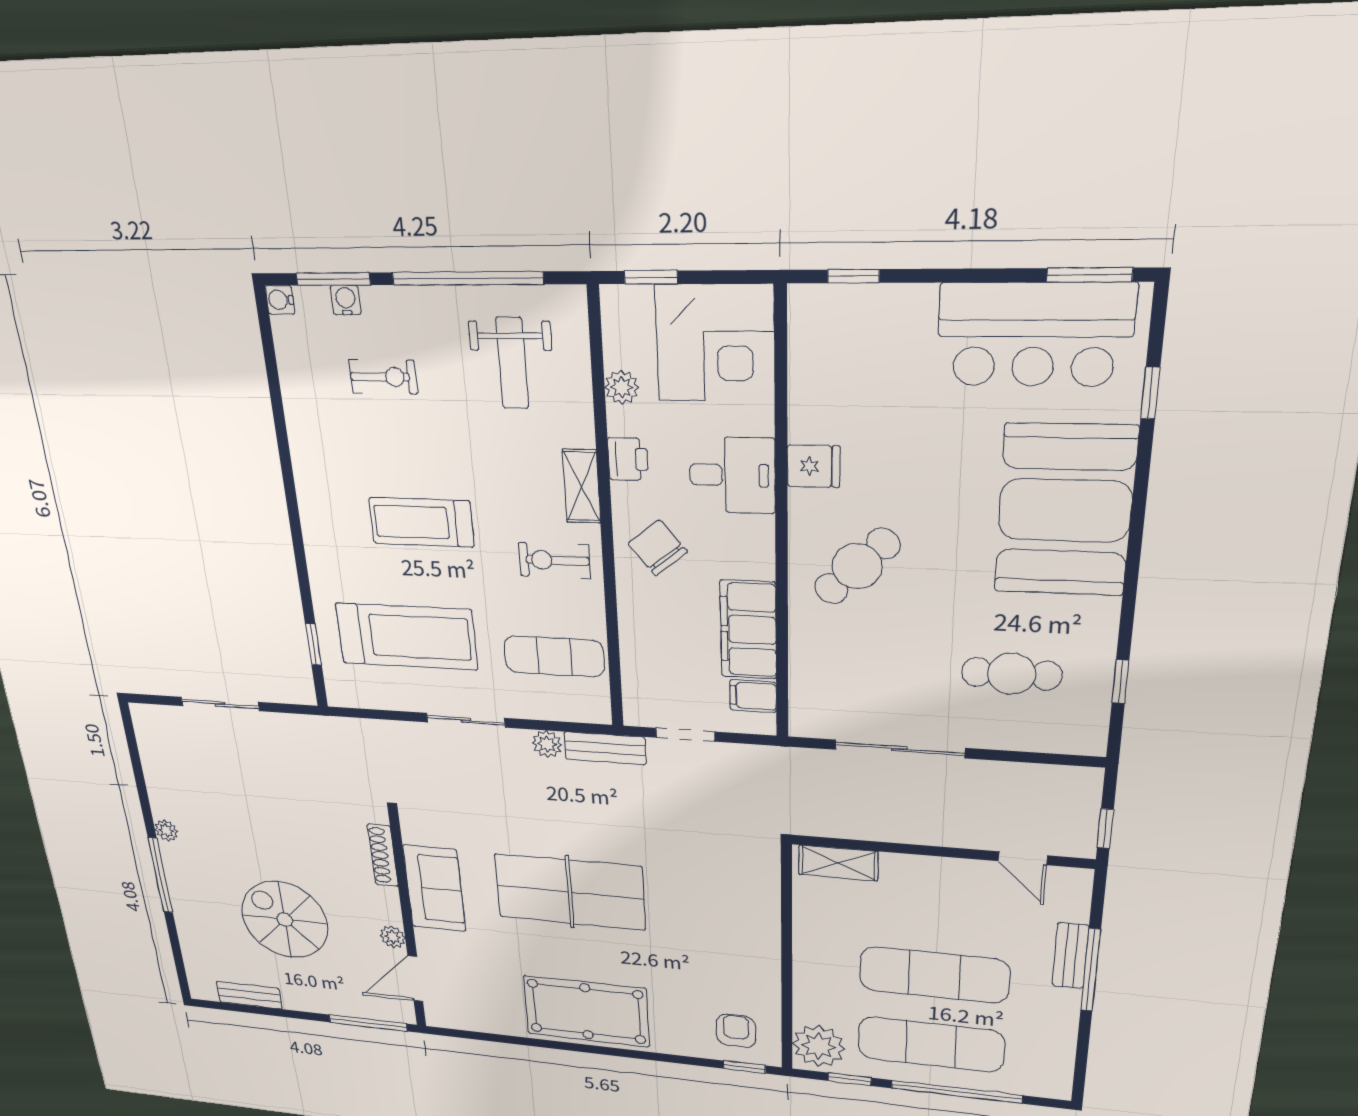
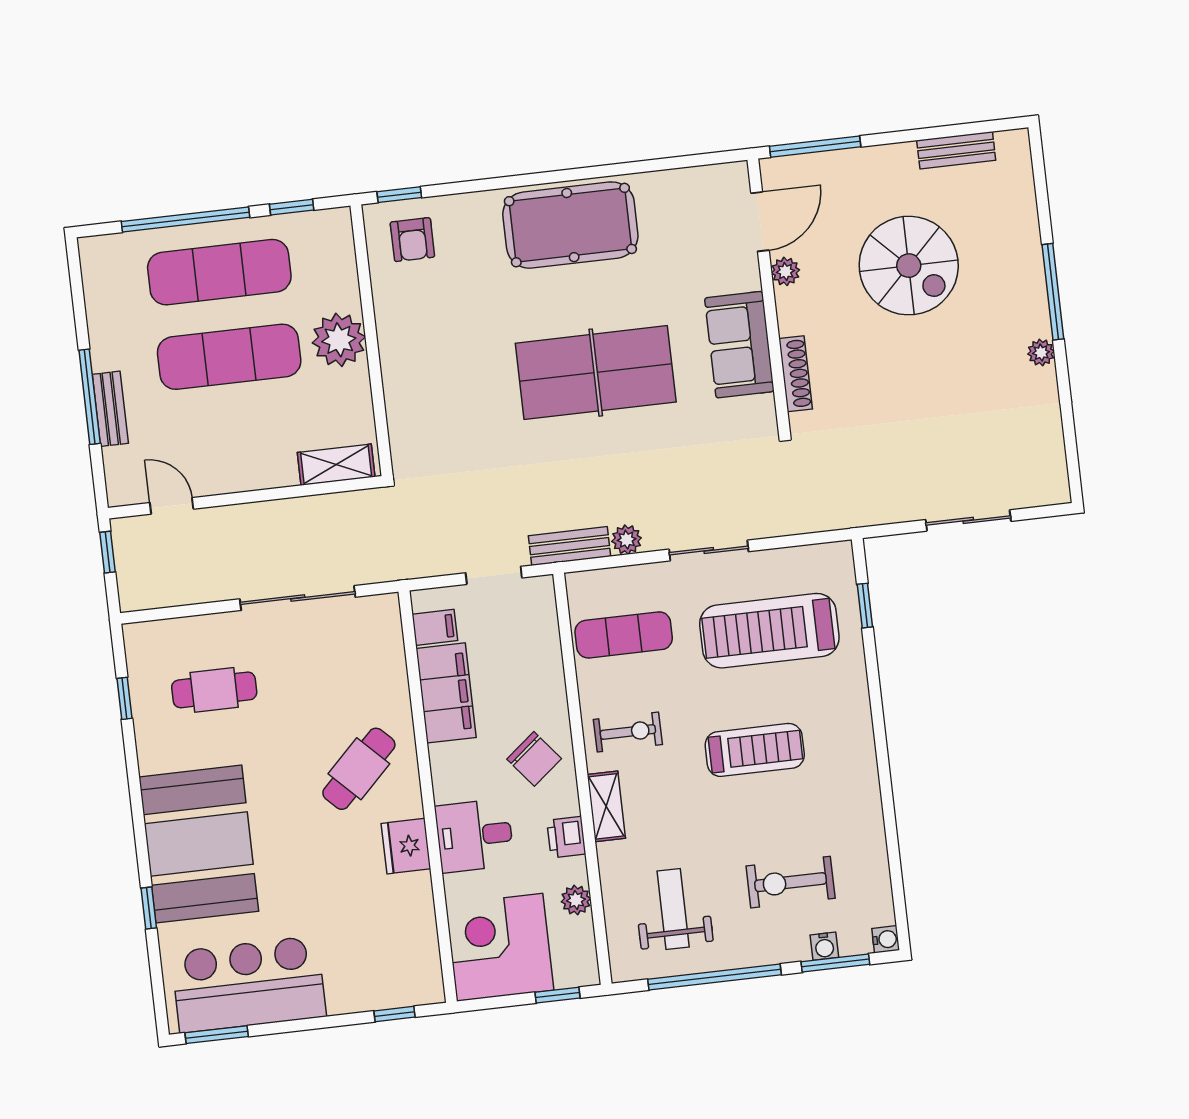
exercise bike: (383, 377) -> (791, 882), width x1.38, depth x1.39
window: (1150, 393) -> (149, 908), moved
fridge: (813, 466) -> (406, 846), width x1.38
plant: (819, 1046) -> (339, 340), moved

